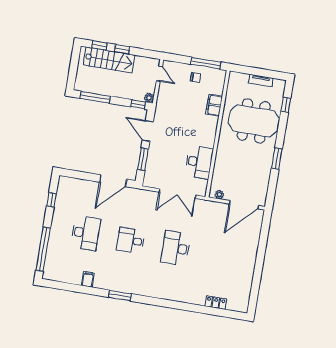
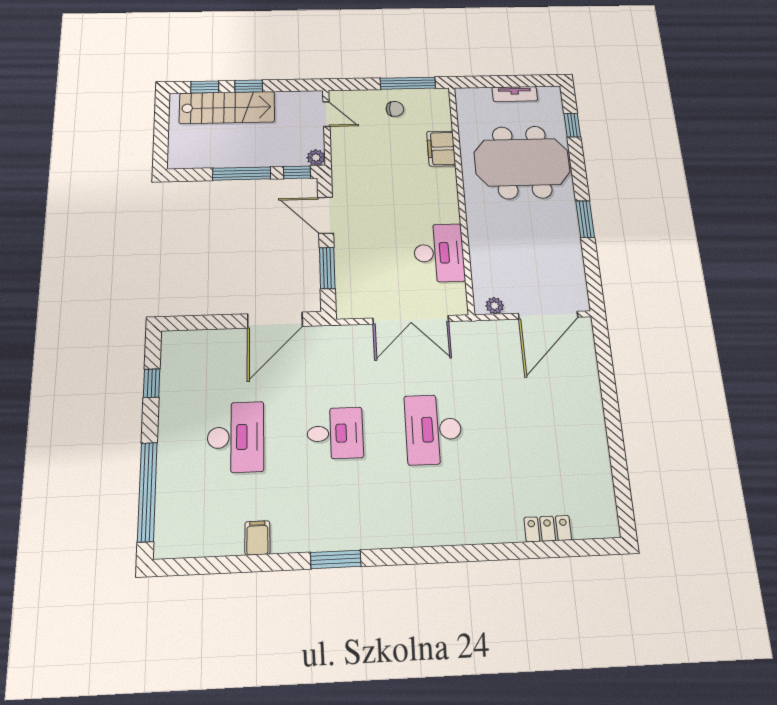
window: (95, 97) -> (242, 174), moved
desk: (131, 241) -> (335, 433), turned 180

